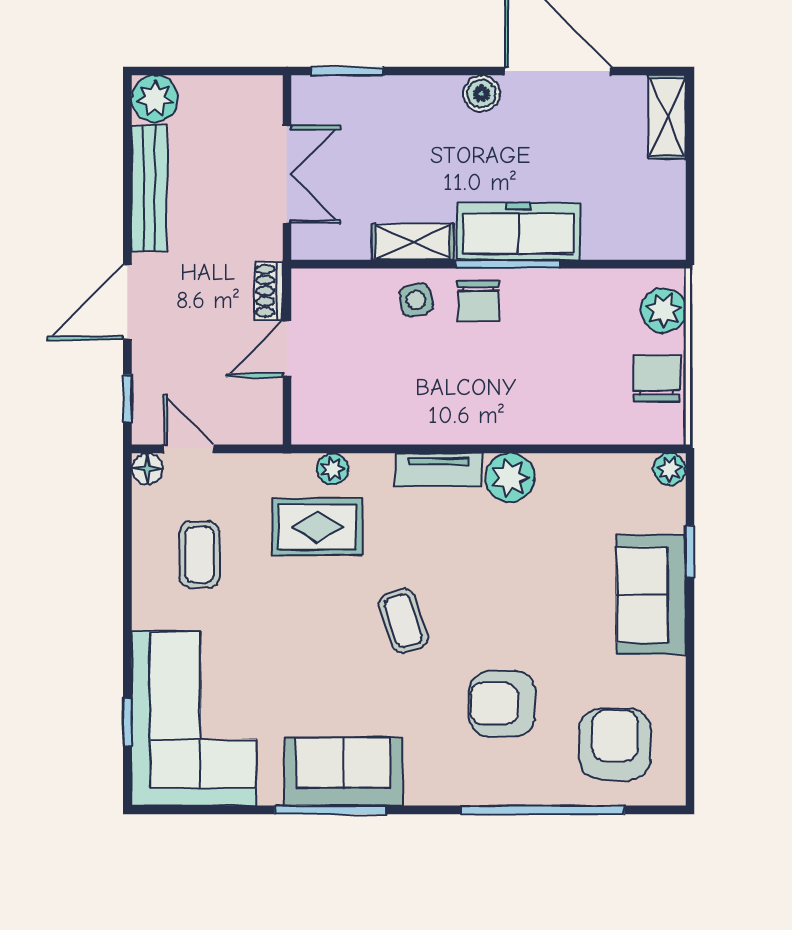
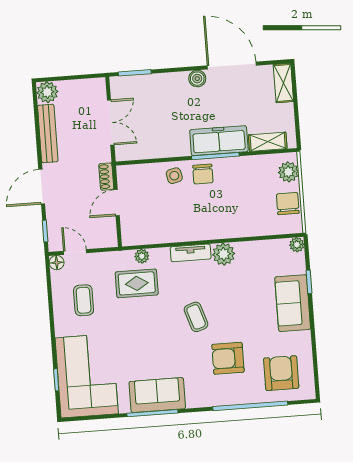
shelving: (413, 242) -> (268, 142), moved
coffee table: (403, 621) -> (196, 317), moved

